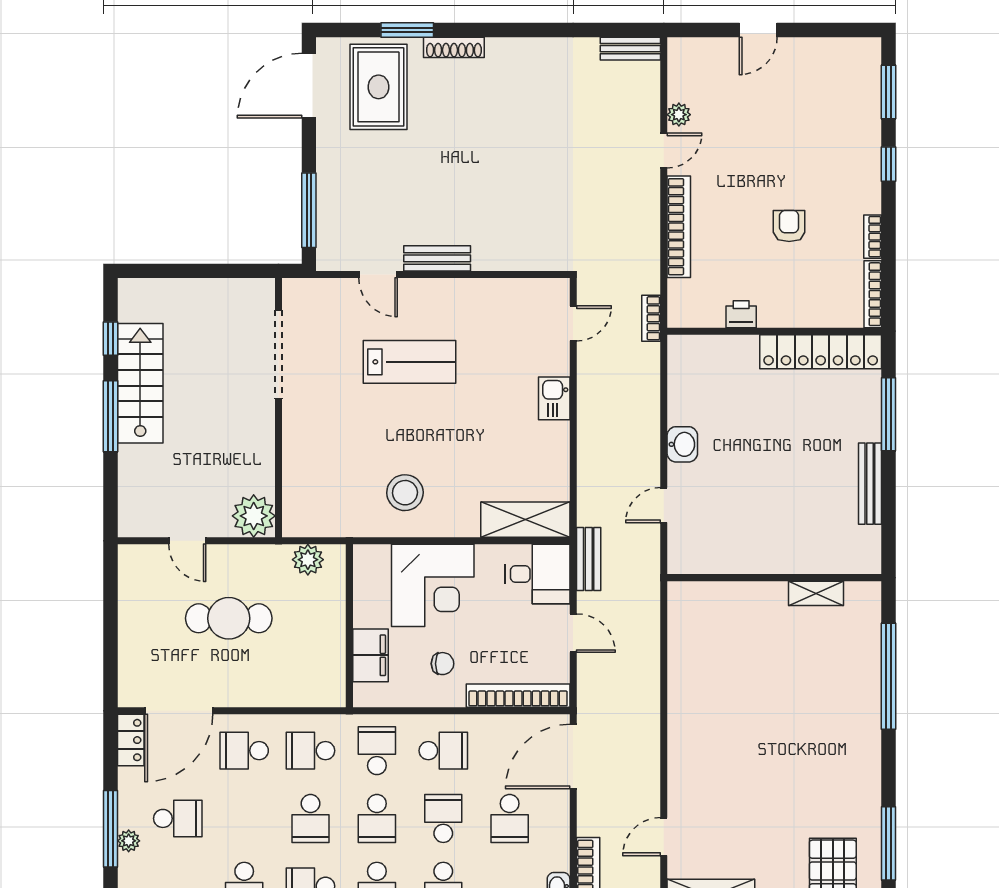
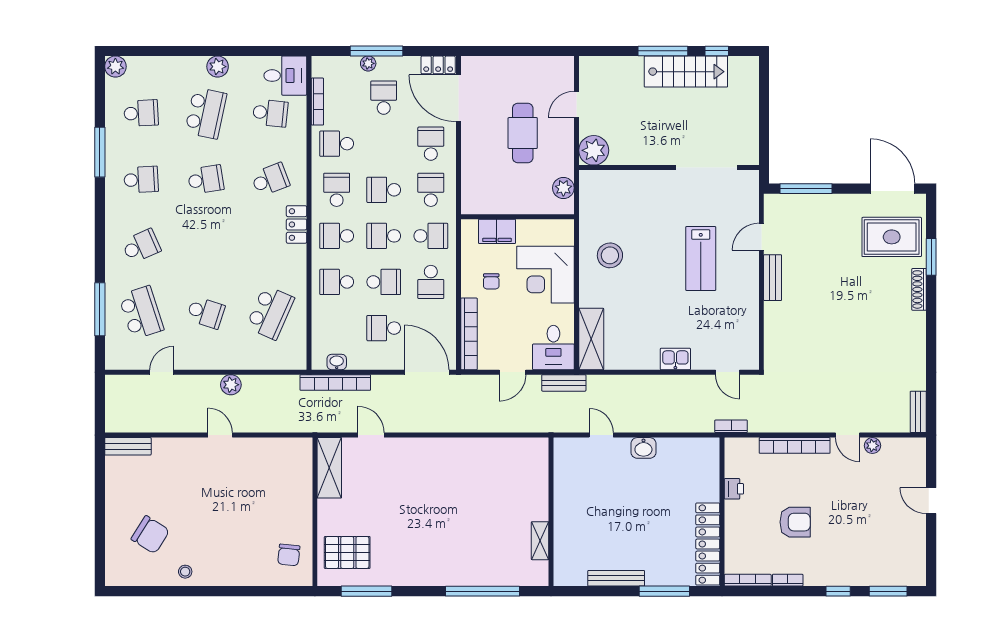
armchair: (789, 226) -> (795, 522), width x1.38, depth x1.38
school desk: (178, 818) -> (384, 98), turned 180

